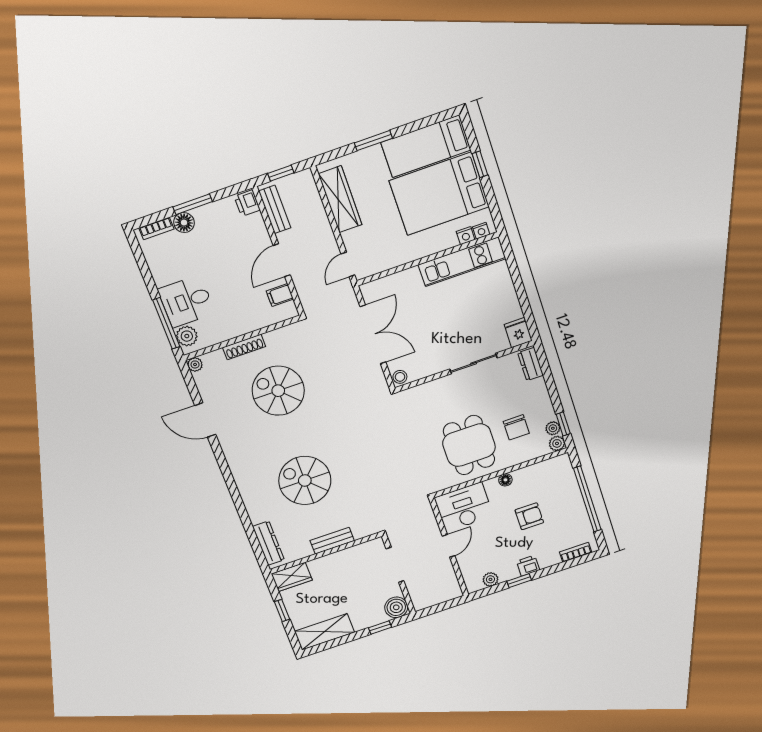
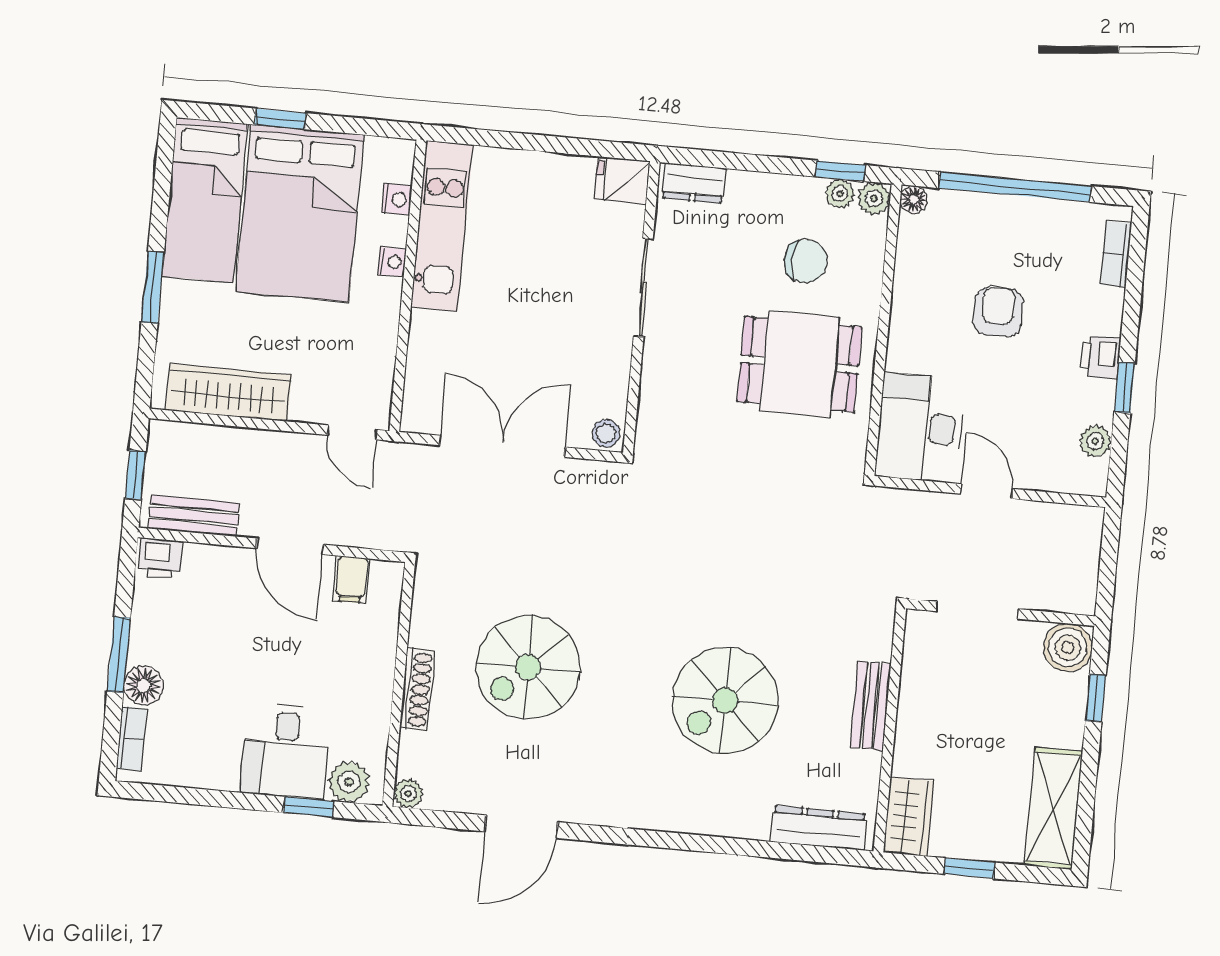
nightstand: (481, 231) -> (392, 262), moved
window: (166, 323) -> (309, 807), width x0.46
floor lamp: (505, 480) -> (914, 199), moved

